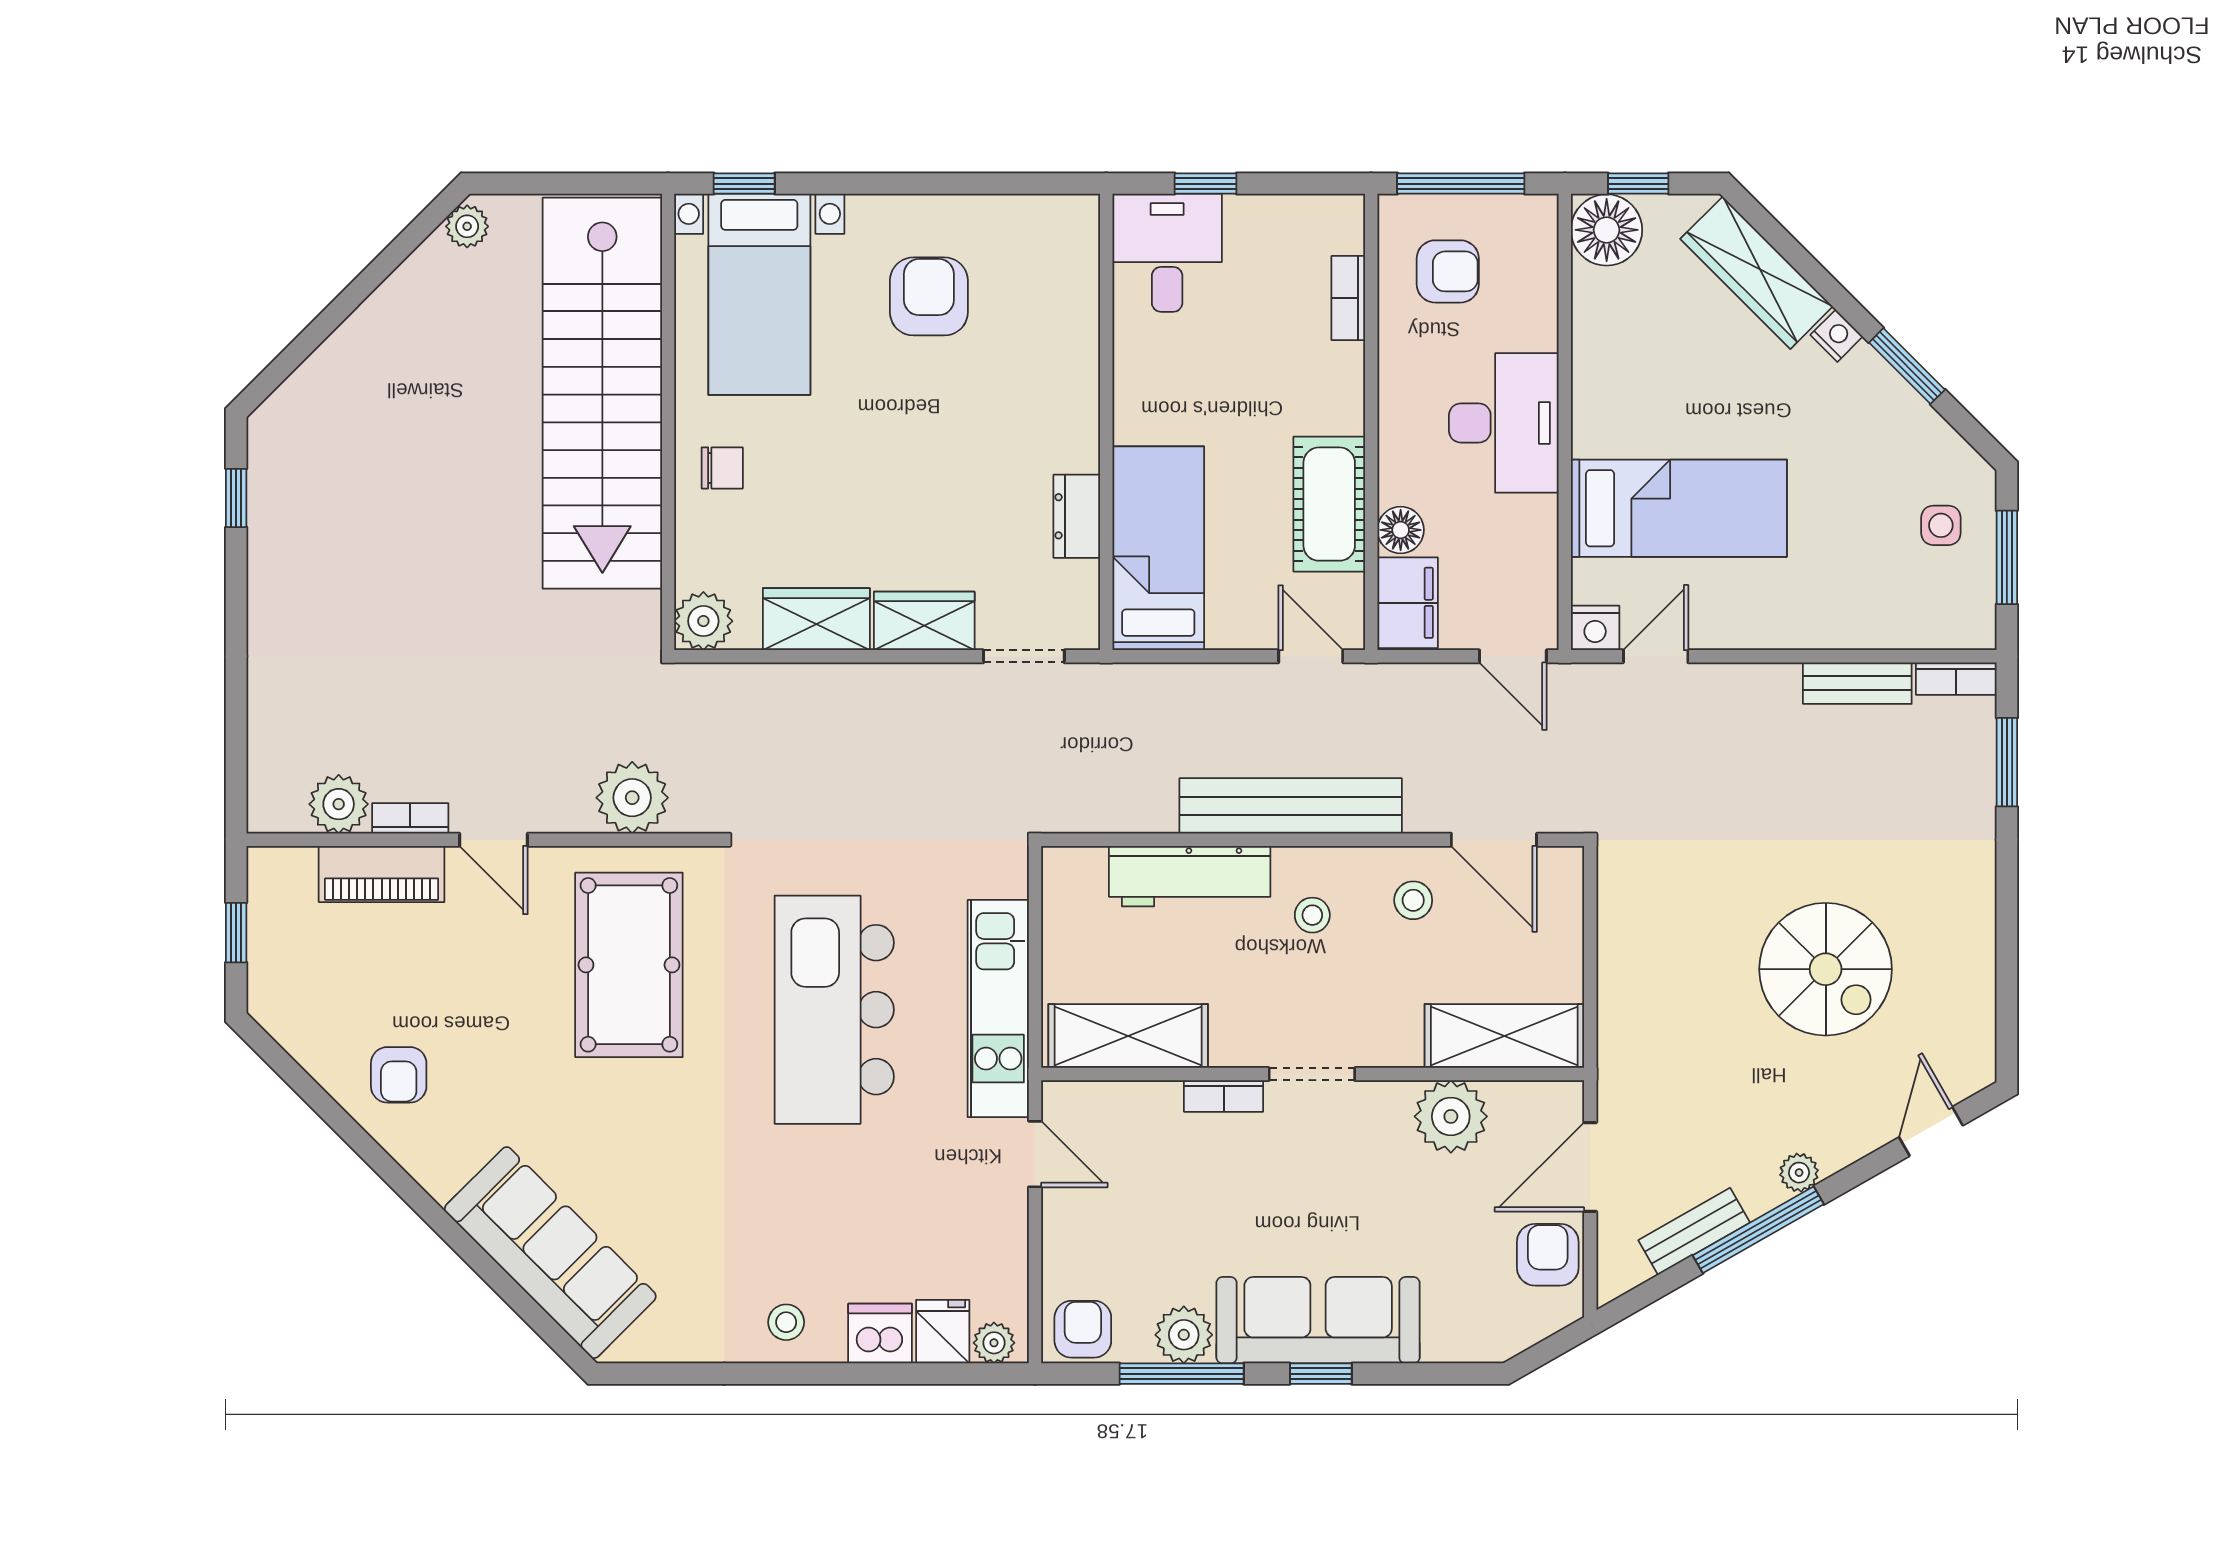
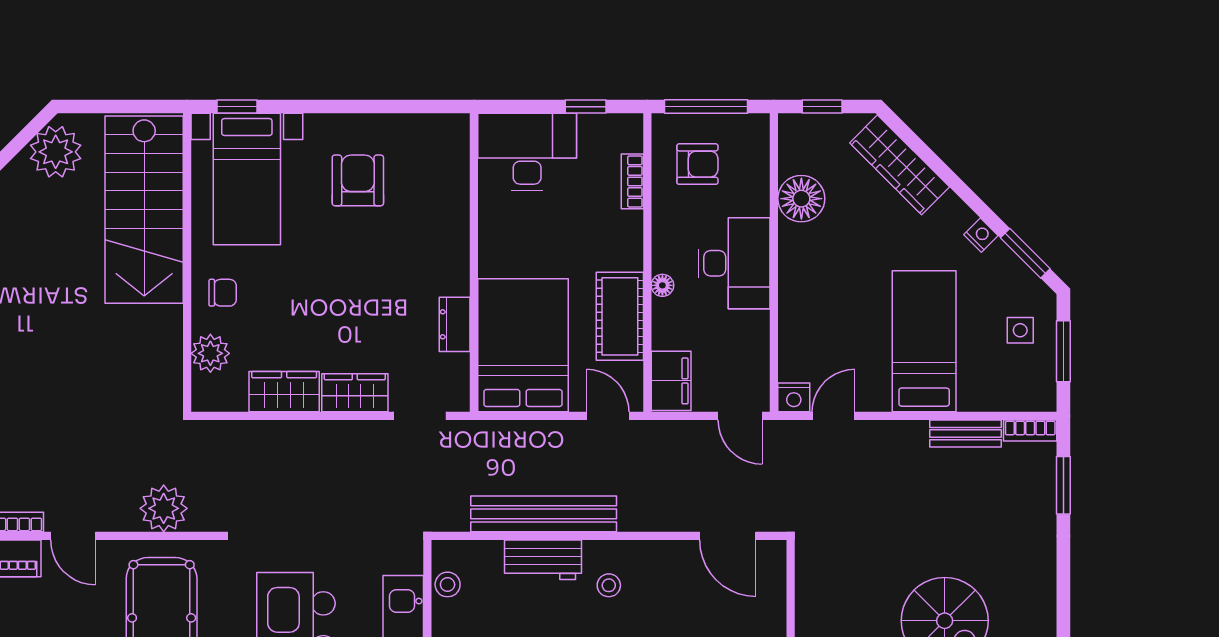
window: (1206, 184) -> (586, 107), moved
plant: (467, 226) -> (56, 152), width x1.88, depth x1.88
floor lamp: (1607, 230) -> (801, 199), moved
desk: (1167, 253) -> (527, 152), width x1.37
nightstand: (1837, 336) -> (981, 235), moved
window: (1907, 366) -> (1025, 253), moved
stairs: (602, 393) -> (144, 210), width x0.73
bed: (1679, 508) -> (924, 341), moved, turned -90
floor lamp: (1401, 530) -> (662, 285), moved, width x0.73, depth x0.73
bed: (1158, 548) -> (523, 345), width x1.50
plant: (703, 621) -> (210, 353), moved
bench: (1291, 806) -> (544, 514), moved
workbench: (1190, 876) -> (543, 560), width x0.73
stool: (1413, 900) -> (448, 584), moved

